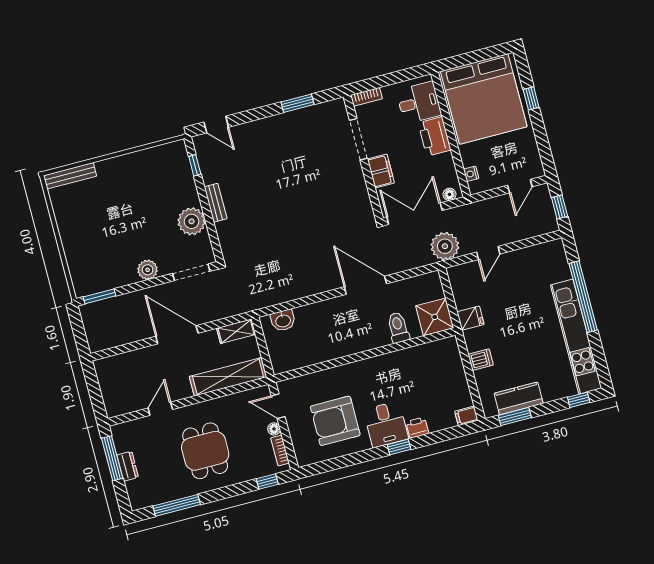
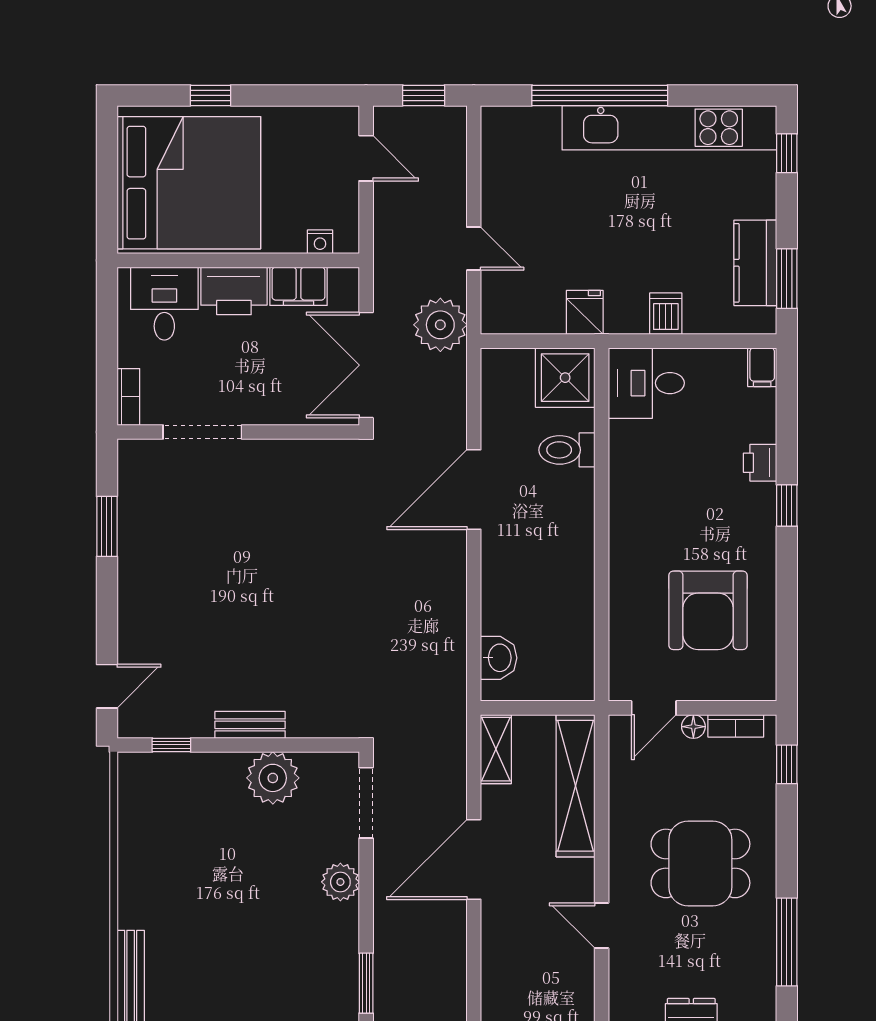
filing cabinet: (381, 171) -> (298, 286), moved, turned 180
floor lamp: (449, 194) -> (347, 291), removed
desk: (386, 424) -> (646, 383), moved, turned 180

